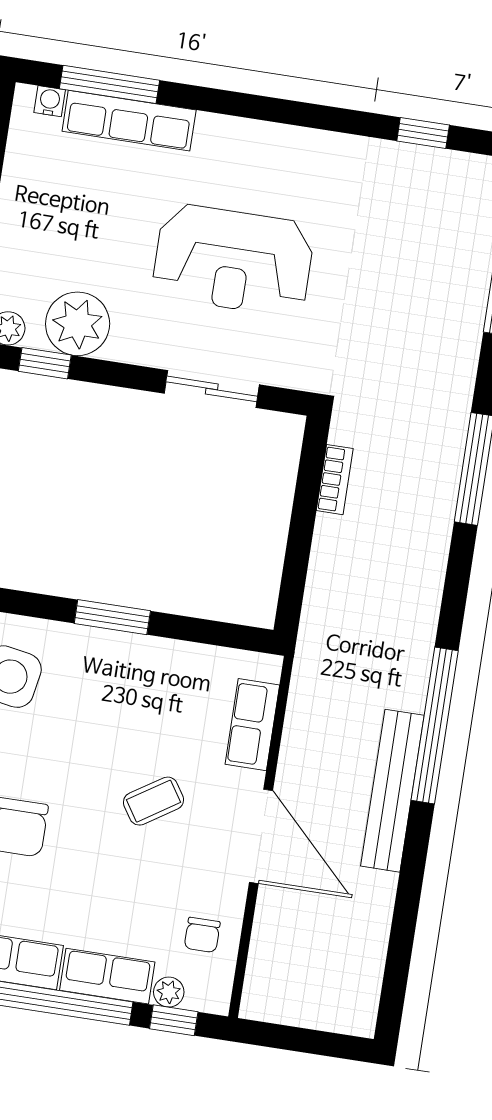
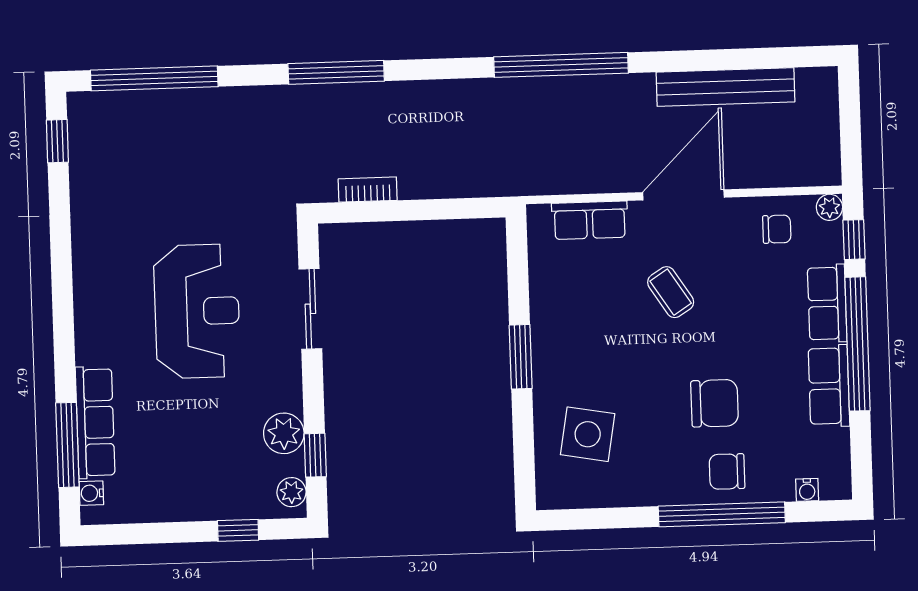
window: (423, 133) -> (57, 141), moved
plant: (78, 324) -> (284, 433), width x0.73, depth x0.73
bench: (392, 791) -> (725, 87), moved
plant: (169, 992) -> (829, 207), moved

